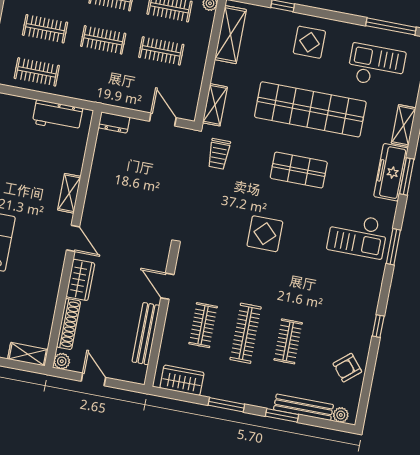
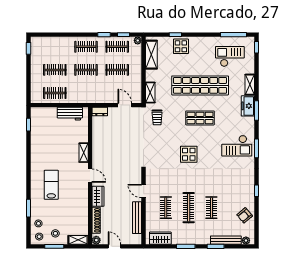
display table: (309, 42) -> (181, 46), moved
freezer: (391, 172) -> (248, 106), width x0.71

